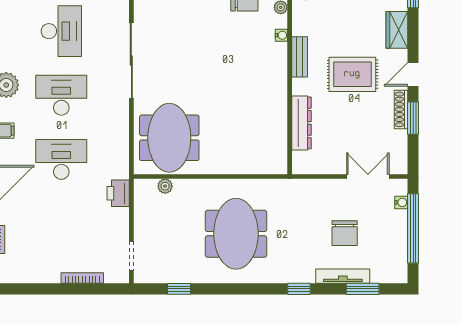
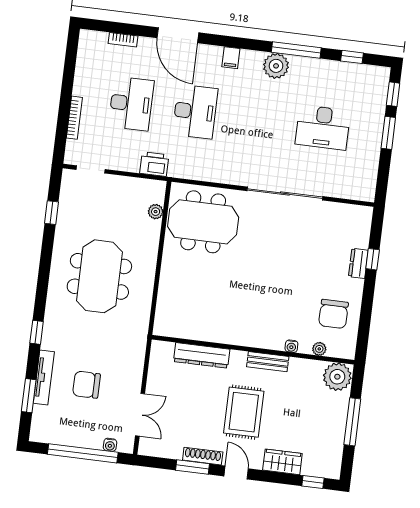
desk: (61, 95) -> (131, 104), moved
meeting table: (236, 234) -> (99, 276), turned 90

